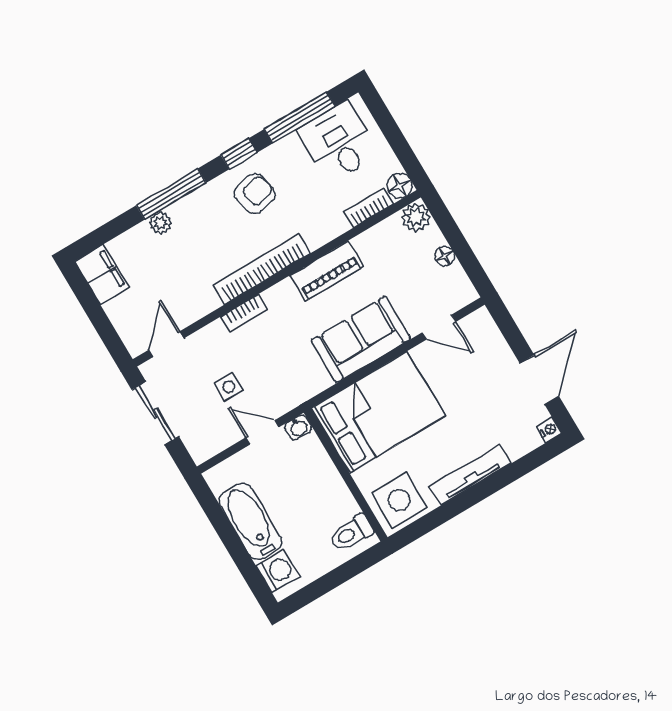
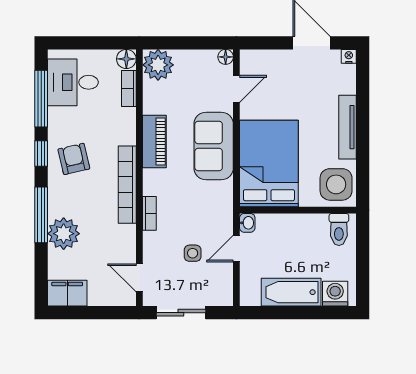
plant: (416, 217) -> (158, 65), width x1.36, depth x1.36
plant: (160, 223) -> (64, 234), width x1.88, depth x1.88
floor lamp: (445, 256) -> (226, 57), moved

